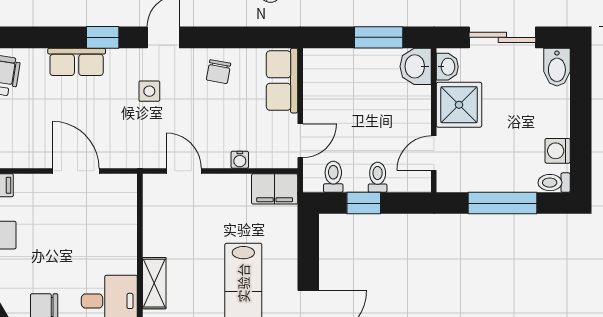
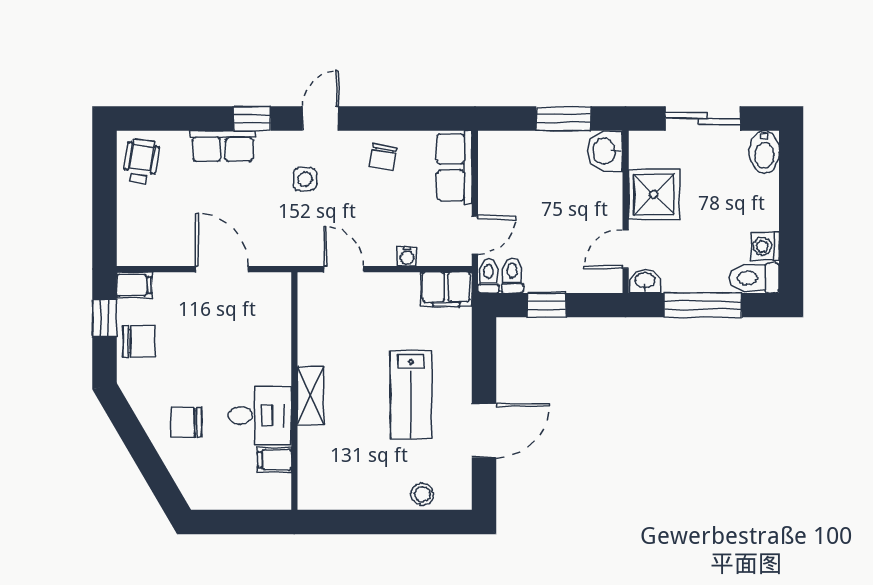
washbasin: (447, 67) -> (645, 281), moved, turned -90
toilet: (378, 177) -> (488, 276), moved
toilet: (554, 183) -> (754, 278), width x1.37, depth x1.39

